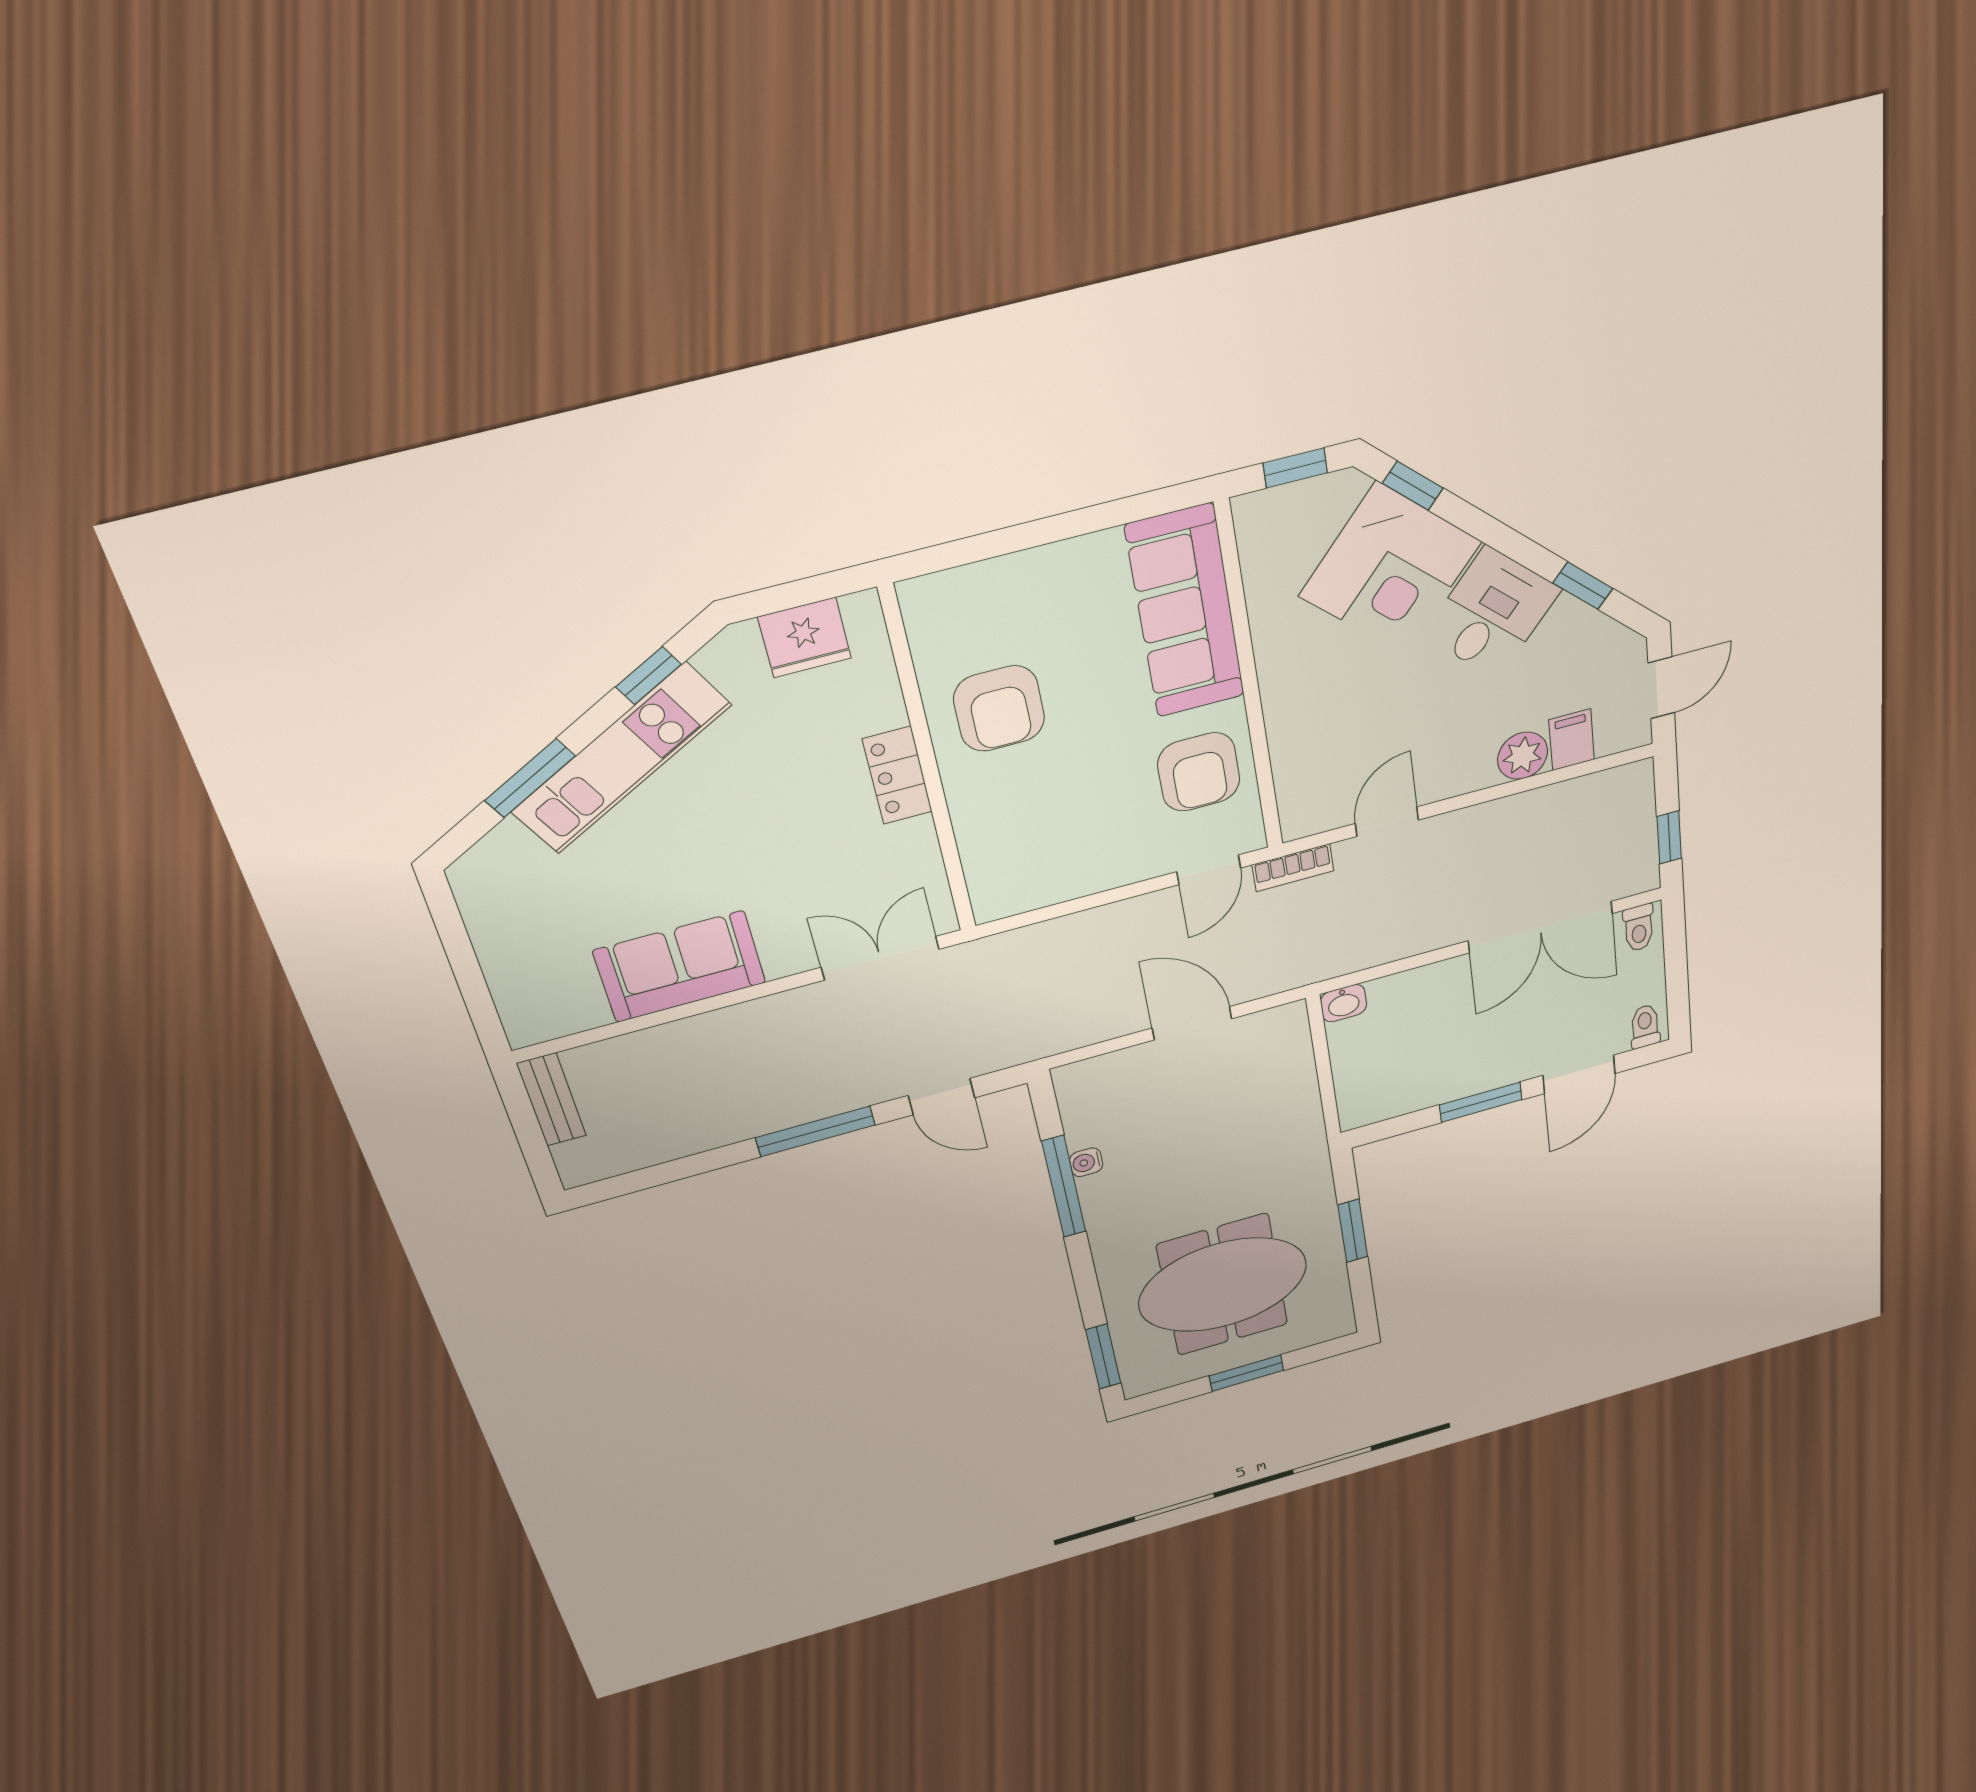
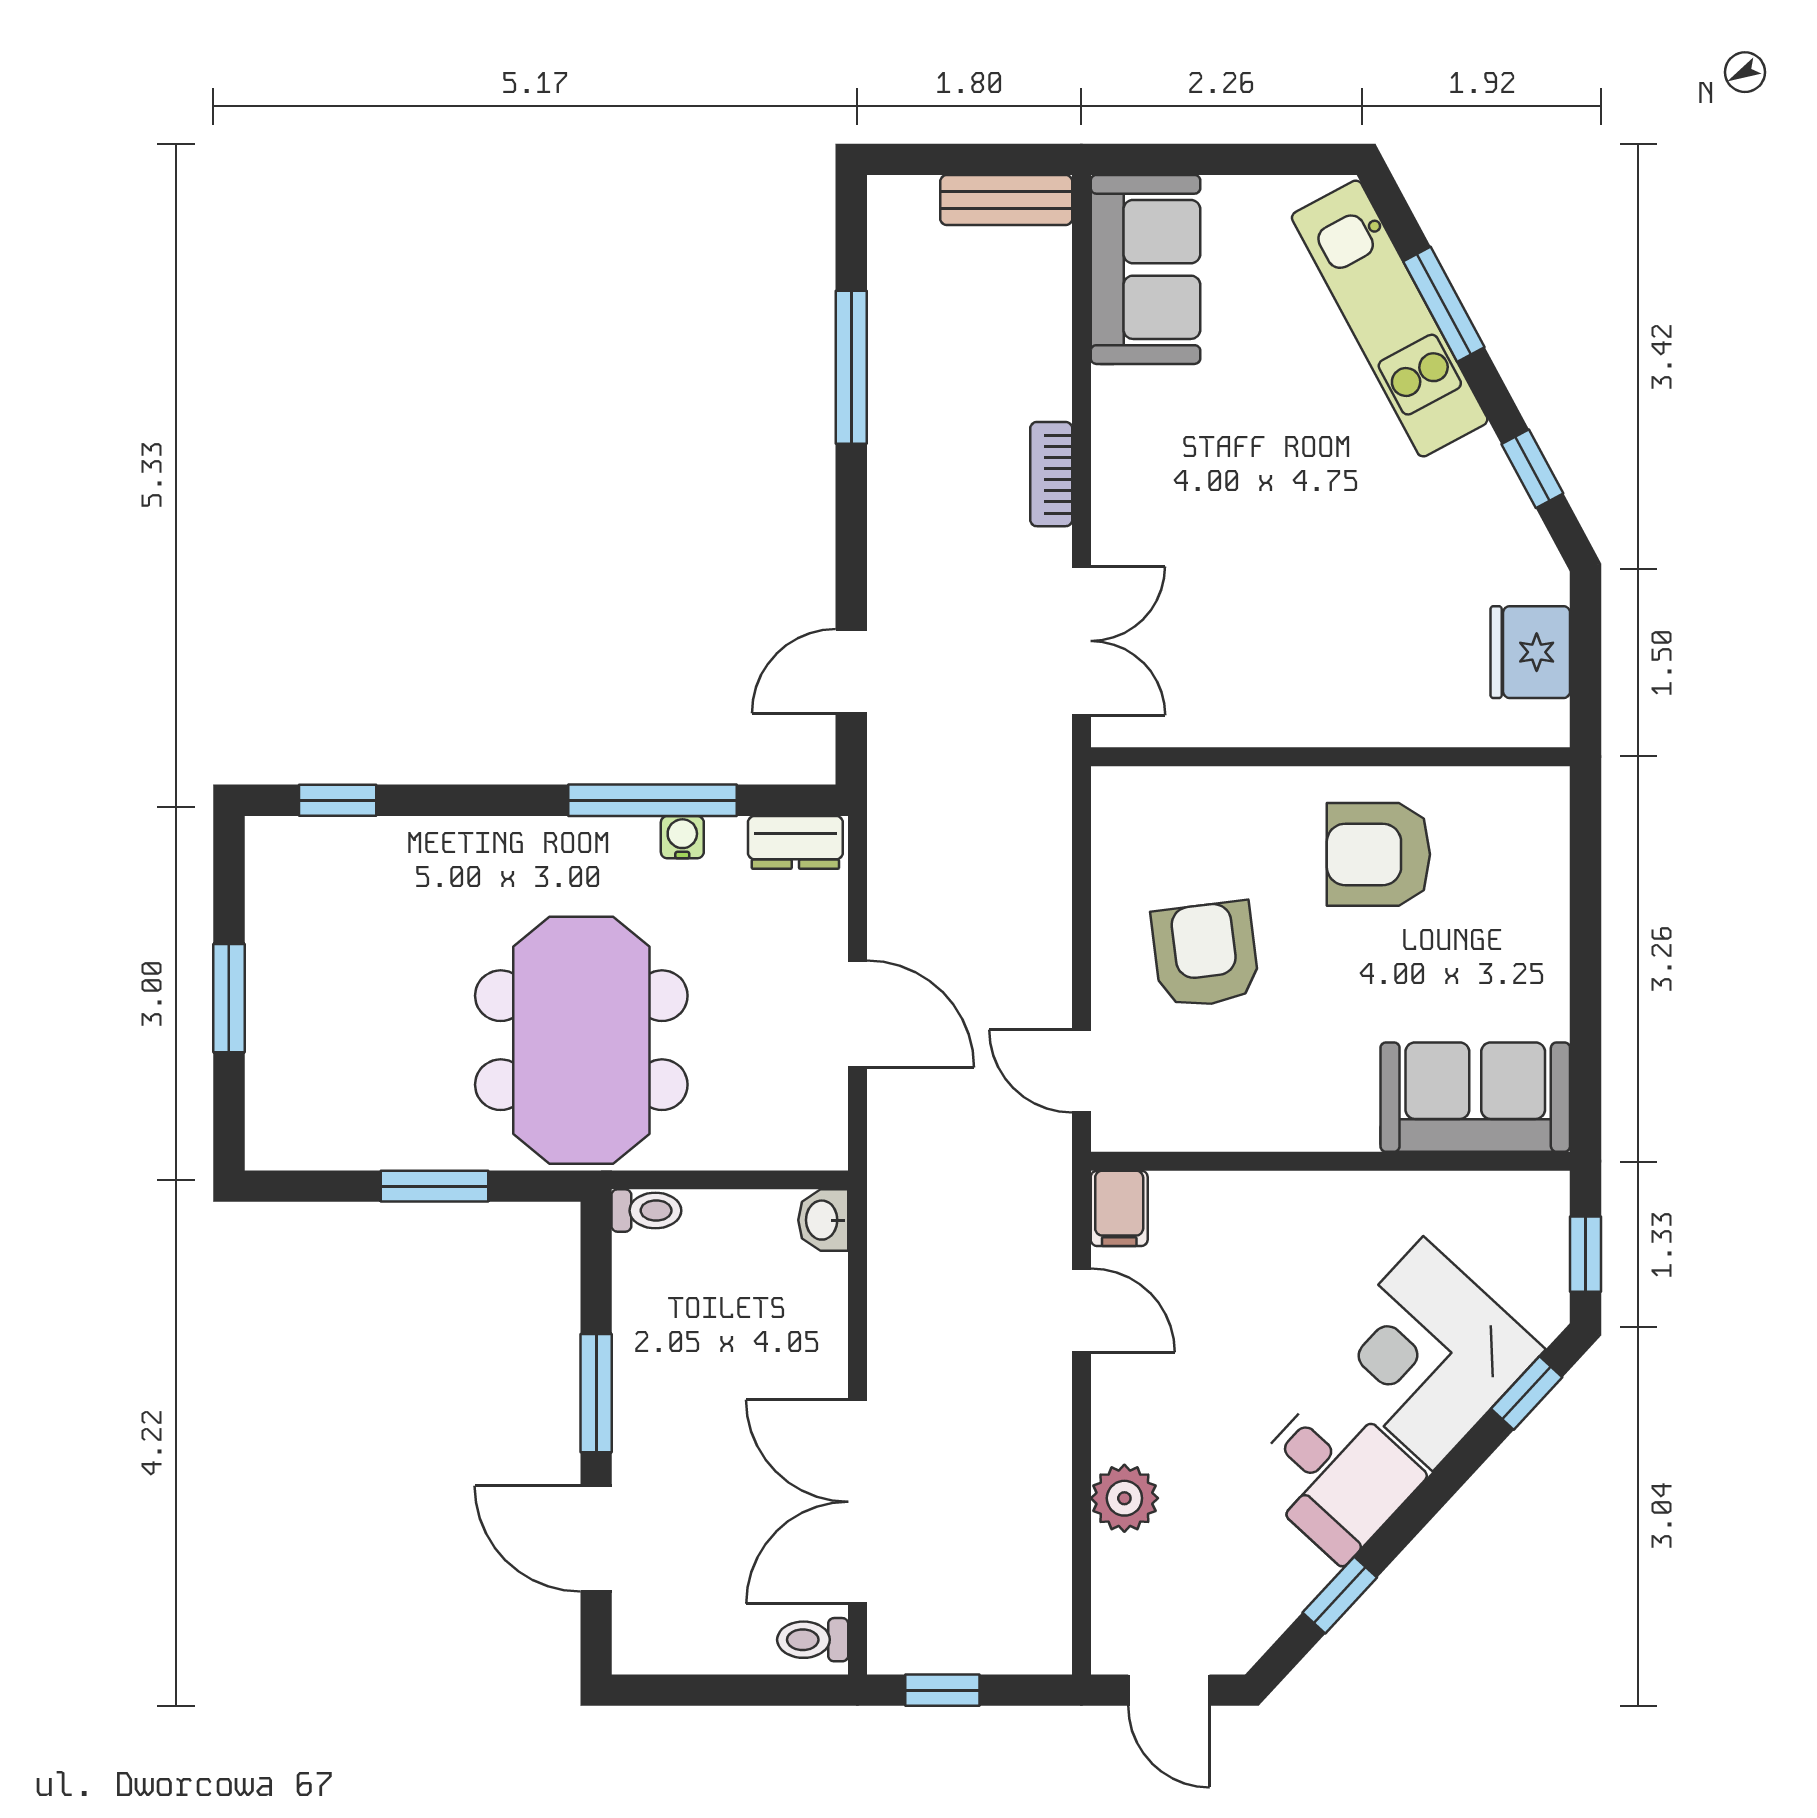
sofa: (1185, 612) -> (1475, 1097), width x0.73
filing cabinet: (1572, 740) -> (1119, 1208), moved, turned 90
kitchen unit: (621, 758) -> (1390, 319), moved
armchair: (1199, 772) -> (1205, 955), moved, turned 83
locker: (897, 775) -> (1326, 717), removed
bookcase: (1293, 868) -> (1051, 474), moved
sofa: (680, 967) -> (1145, 269), moved
door: (1192, 1023) -> (857, 1014), hinge flipped
toilet: (1645, 1026) -> (646, 1211), moved
dresser: (1075, 1095) -> (795, 842), added
window: (815, 1131) -> (851, 367), moved
meeting table: (1223, 1285) -> (581, 1040), moved
window: (1103, 1356) -> (338, 800), width x0.67

